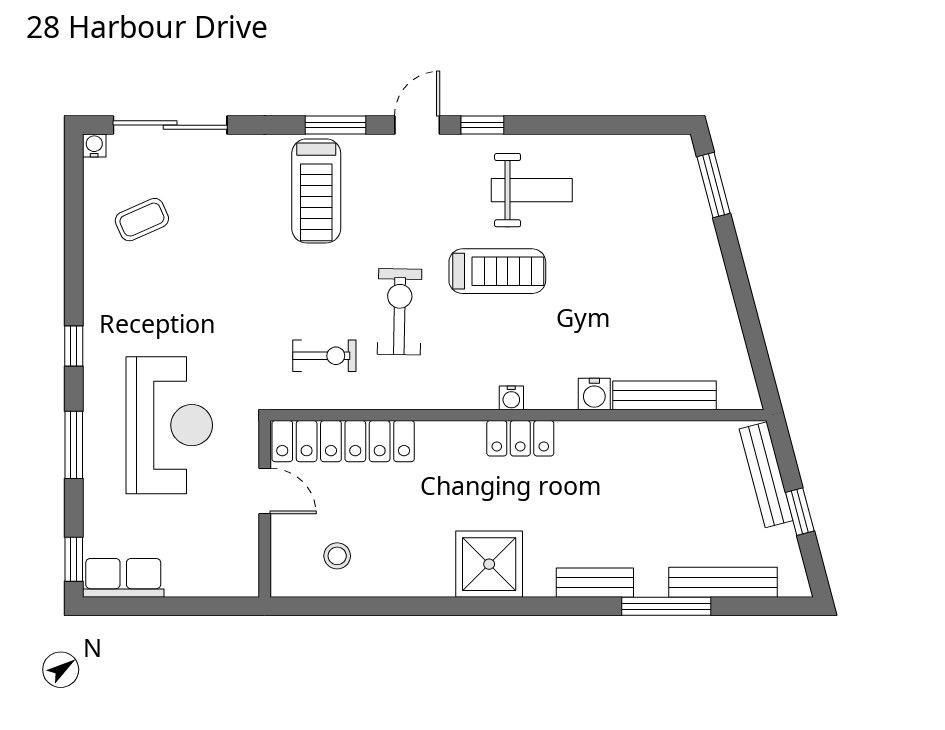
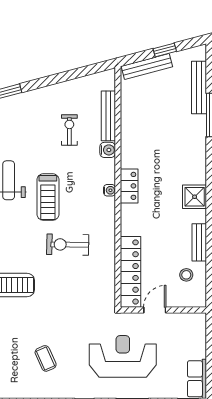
coffee table: (142, 220) -> (46, 358), moved
treadmill: (497, 271) -> (48, 197), turned 180
exercise bike: (324, 356) -> (69, 130), moved
shower: (489, 564) -> (195, 197), width x0.73, depth x0.73
bench: (595, 583) -> (199, 242), moved

